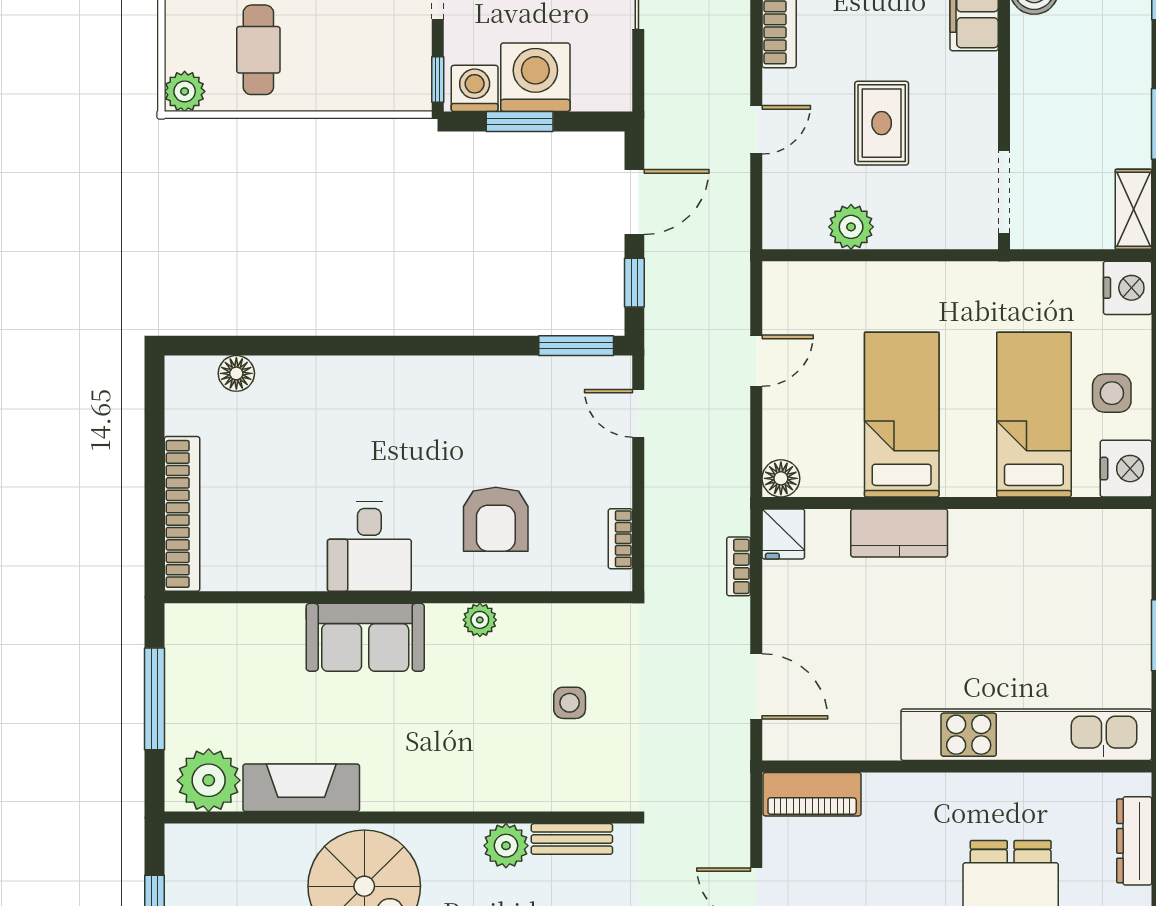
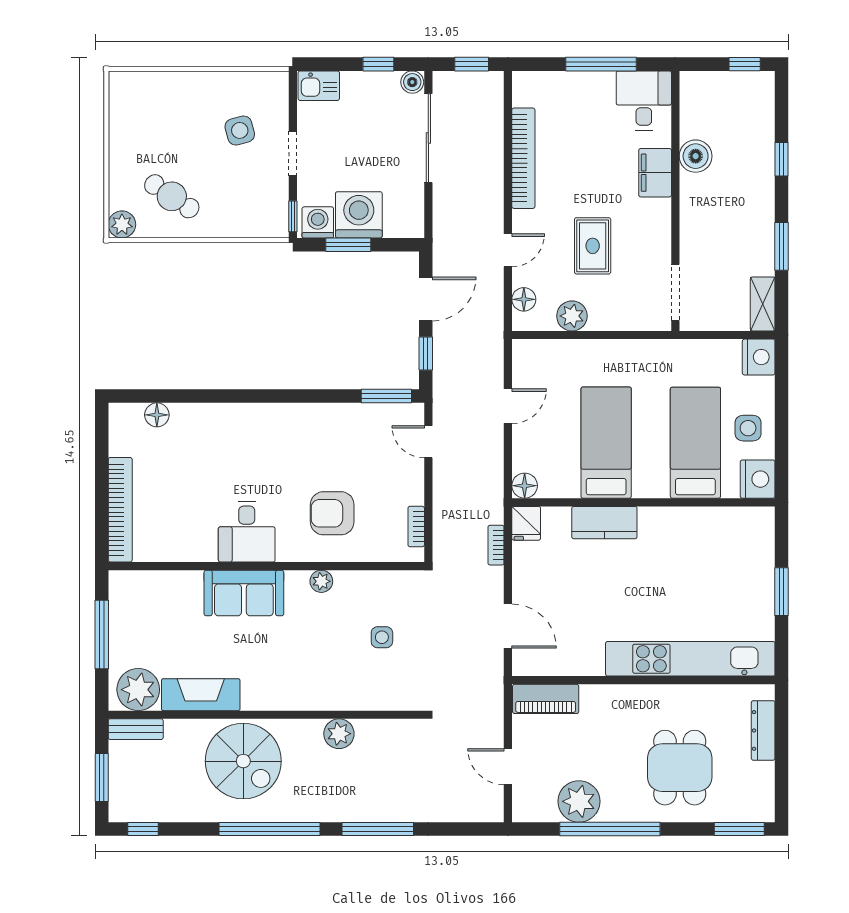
cafe table: (258, 50) -> (172, 196), turned -56
floor lamp: (780, 202) -> (524, 299), added
armchair: (496, 519) -> (332, 513), turned 90
bench: (572, 839) -> (136, 729), moved

